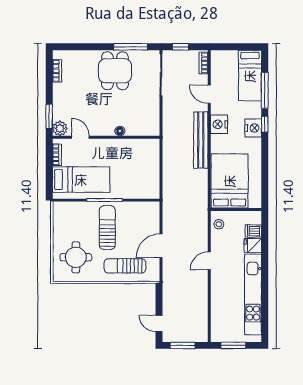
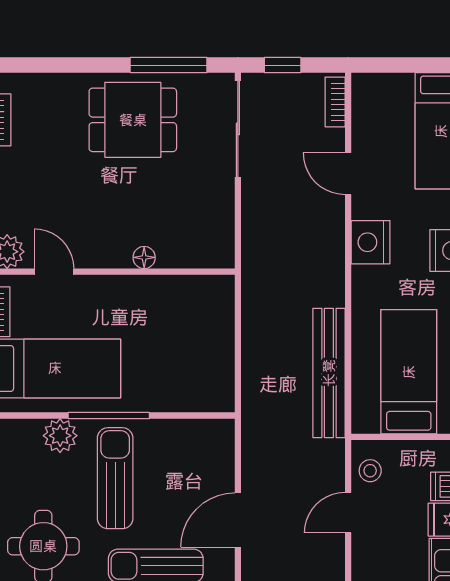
dining table: (115, 71) -> (133, 120), turned 90
bench: (201, 140) -> (329, 373), moved
bed: (230, 181) -> (409, 372), width x0.67
plant: (83, 209) -> (60, 436), added
door: (209, 261) -> (348, 513), moved

